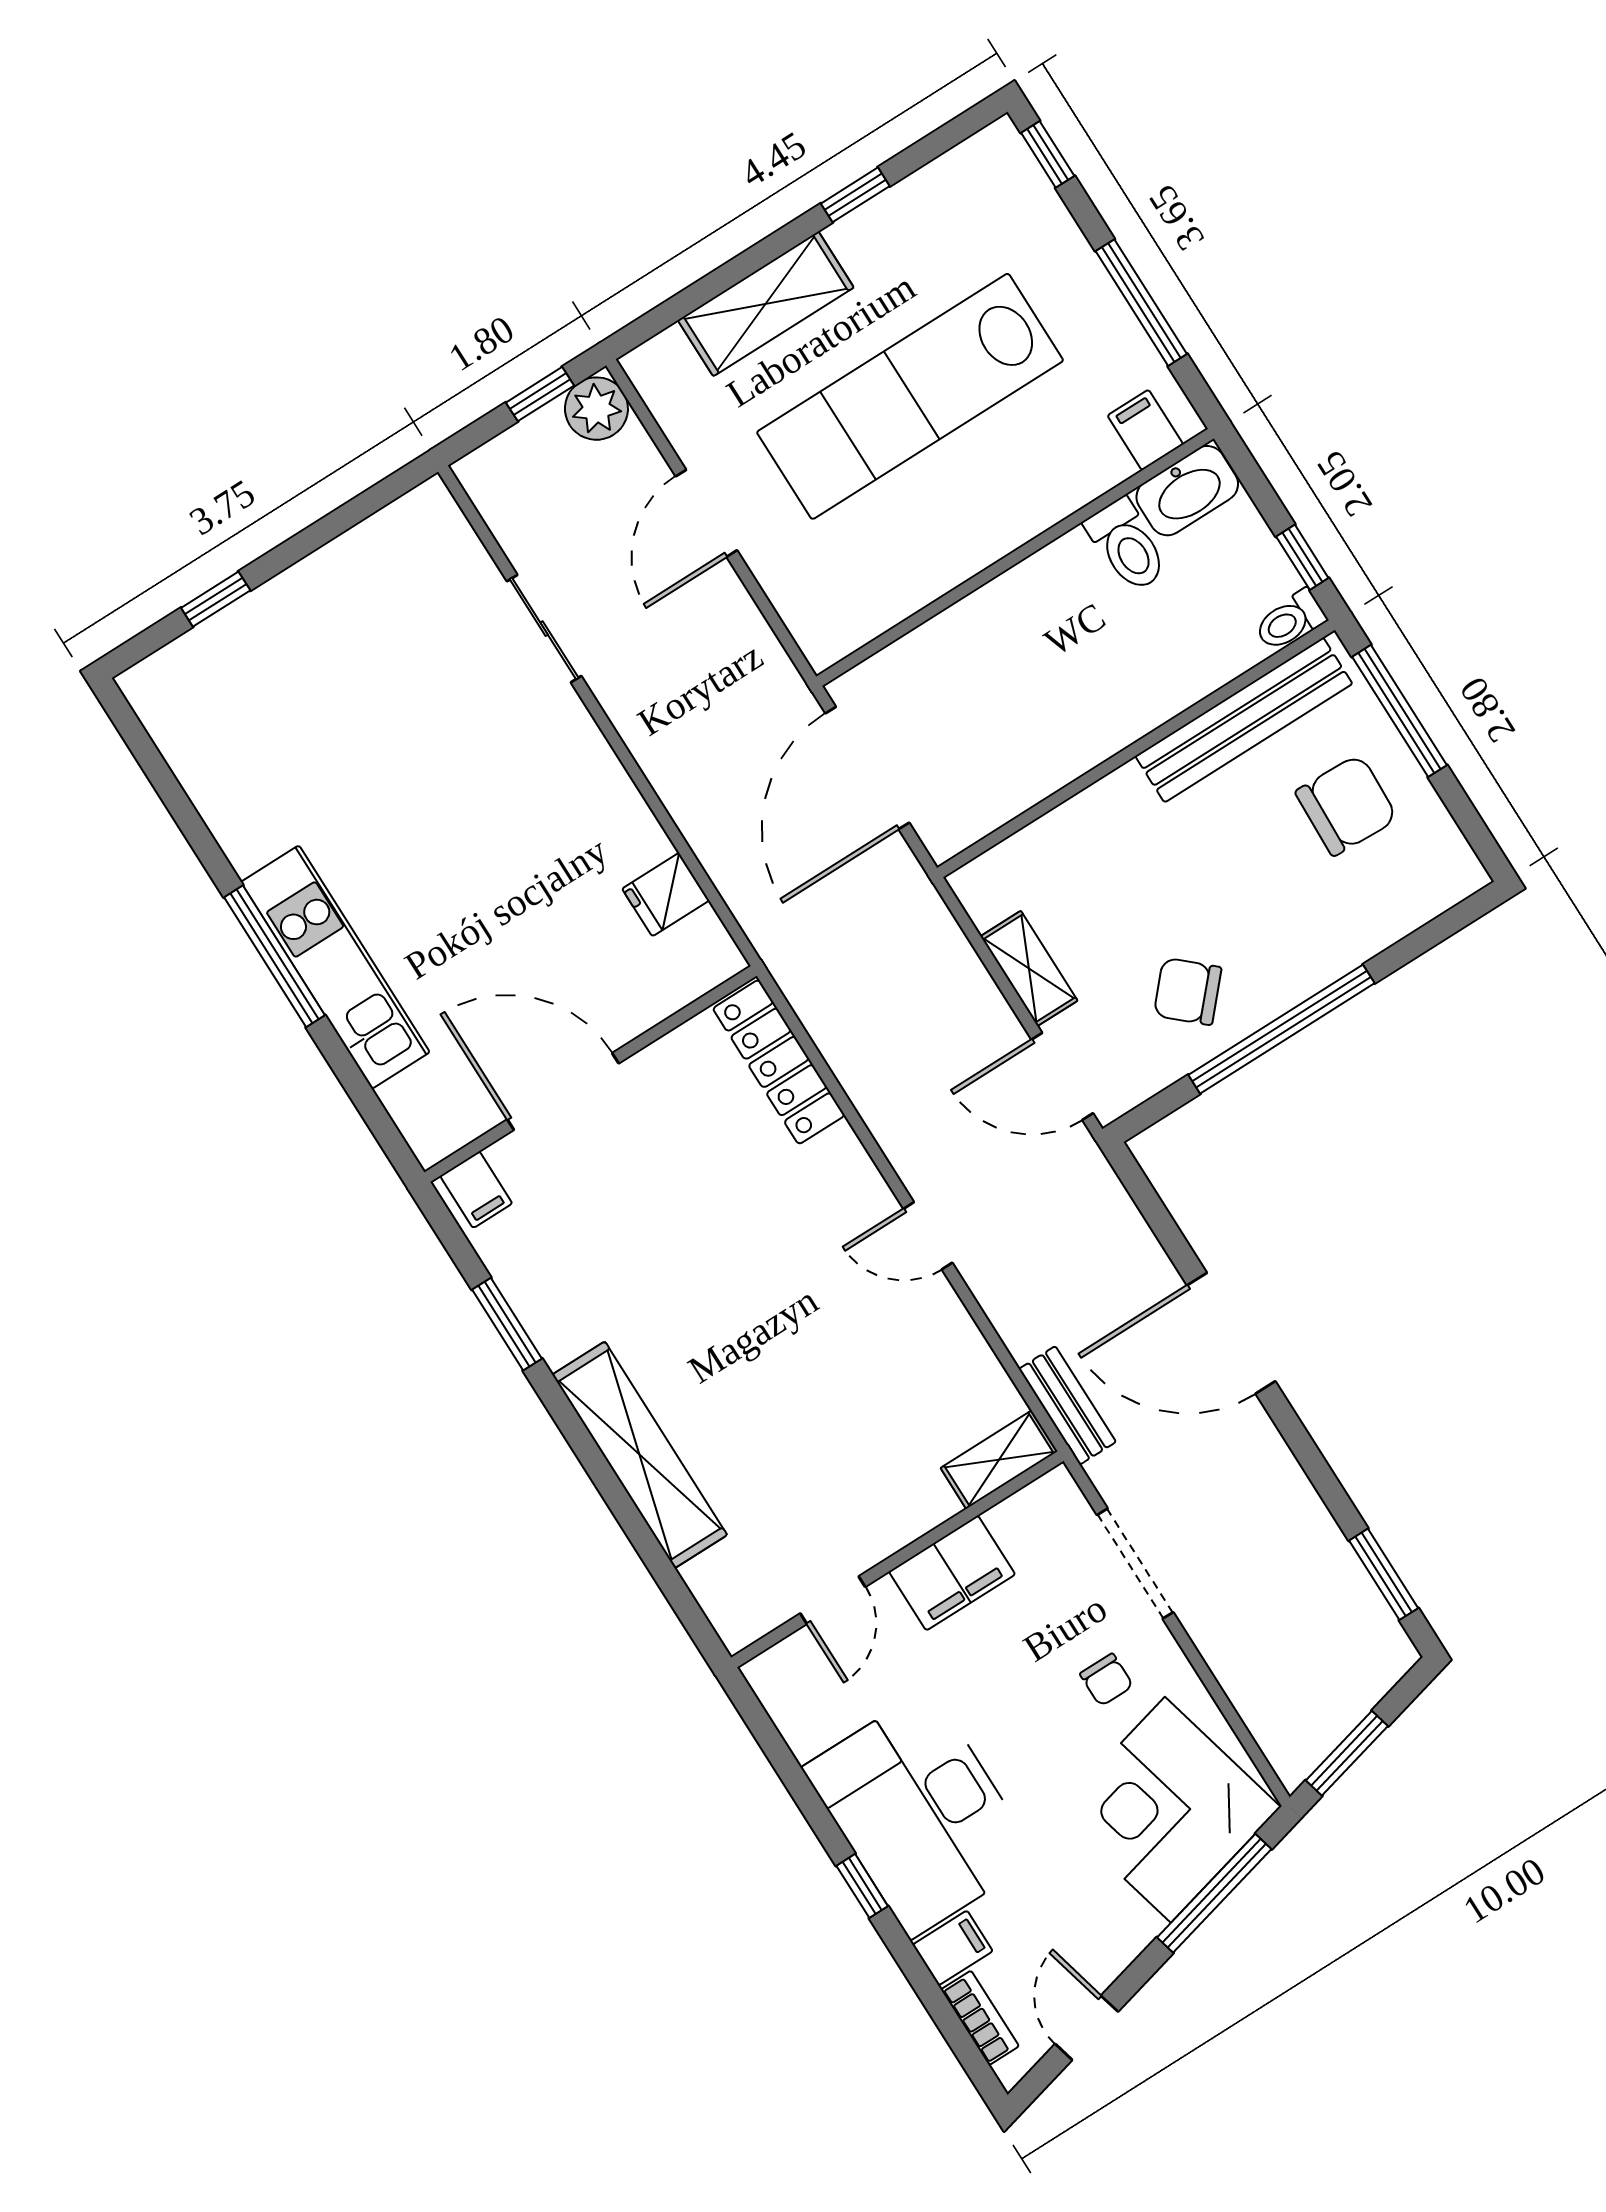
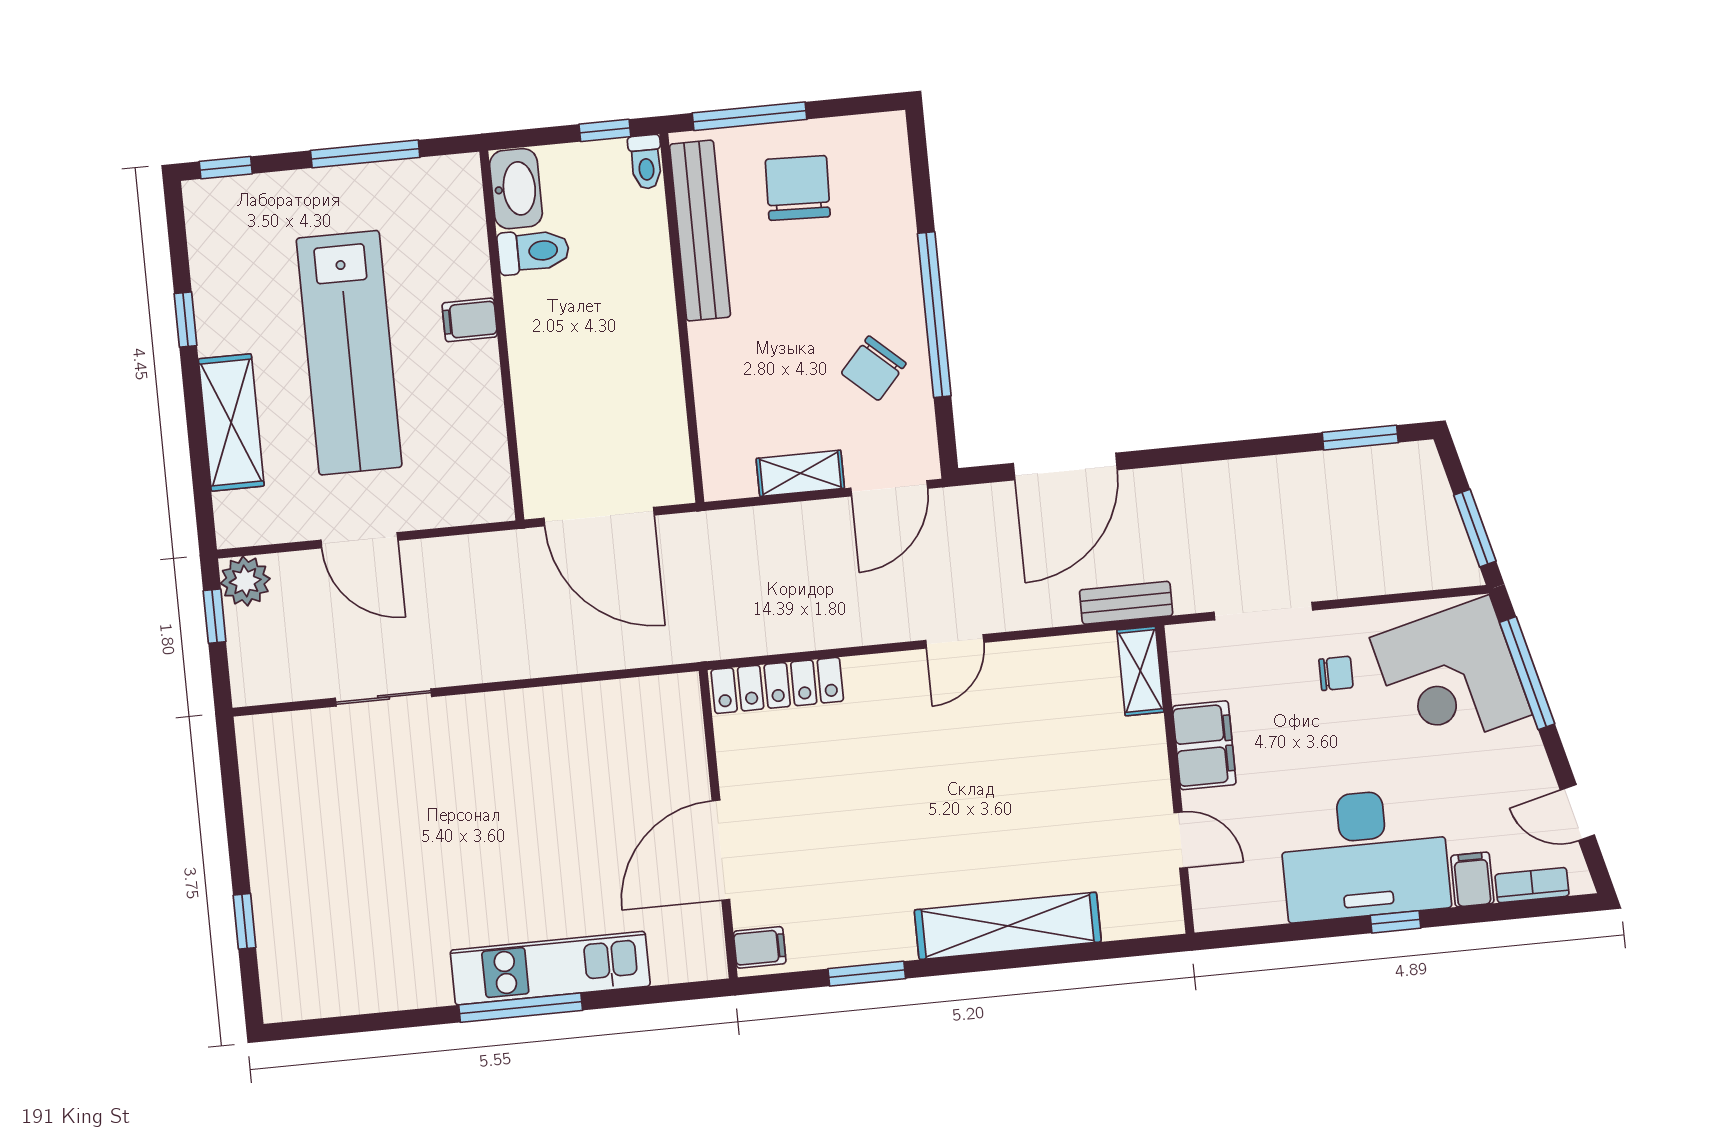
filing cabinet: (1145, 430) -> (470, 320), moved
fridge: (666, 895) -> (617, 706), removed
door: (1231, 1333) -> (1065, 467), moved

